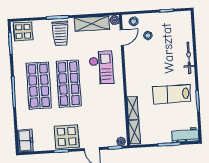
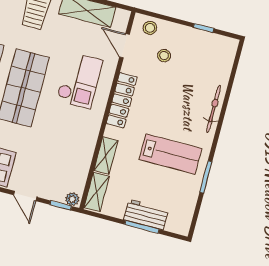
plant: (115, 20) -> (122, 16), removed
door: (122, 37) -> (124, 46), swing flipped
locker: (131, 71) -> (122, 100), added
lab bench: (172, 94) -> (170, 154), turned 180
workbench: (185, 135) -> (146, 215), moved

